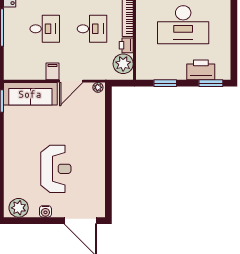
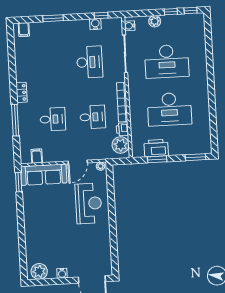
printer: (201, 70) -> (156, 148), moved
filing cabinet: (53, 71) -> (37, 156), moved
reception desk: (56, 169) -> (88, 203), moved

